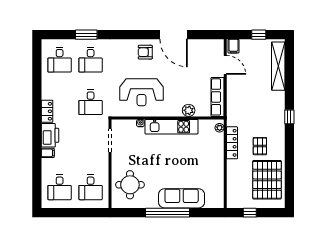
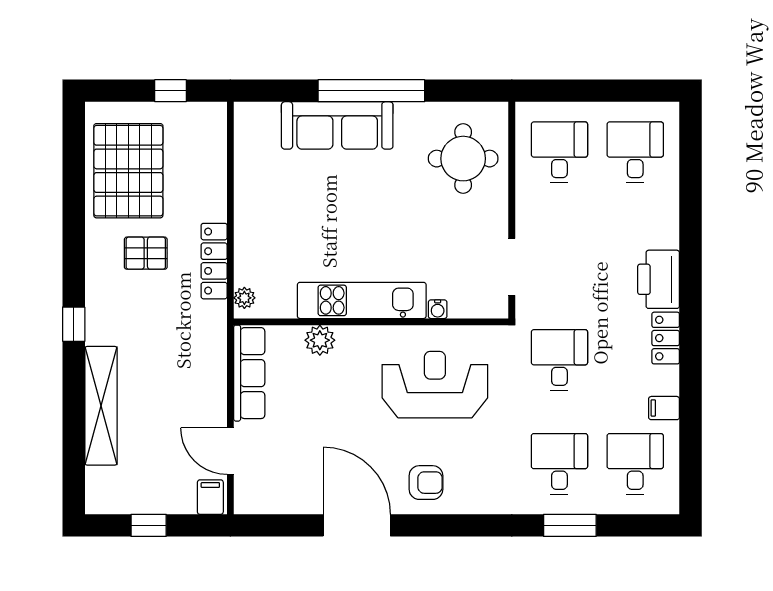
shelving: (278, 66) -> (101, 406), moved
pallet: (260, 146) -> (146, 253), turned 90
filing cabinet: (48, 153) -> (664, 408), moved

